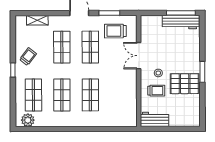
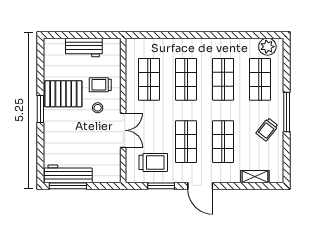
window: (13, 70) -> (287, 112), width x2.17
shop shelf: (119, 95) -> (149, 79), added
workbench: (154, 119) -> (84, 48), moved

